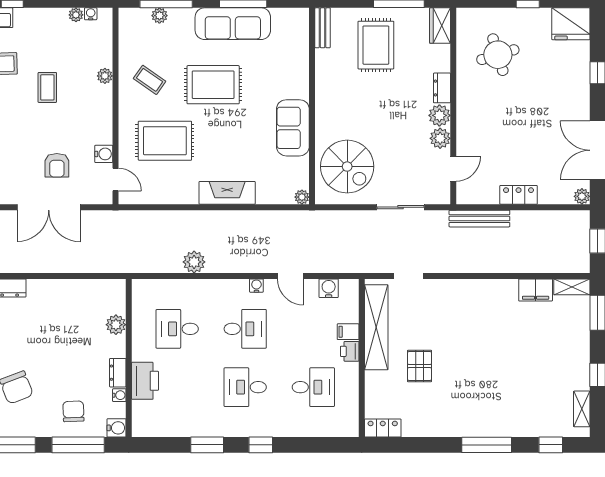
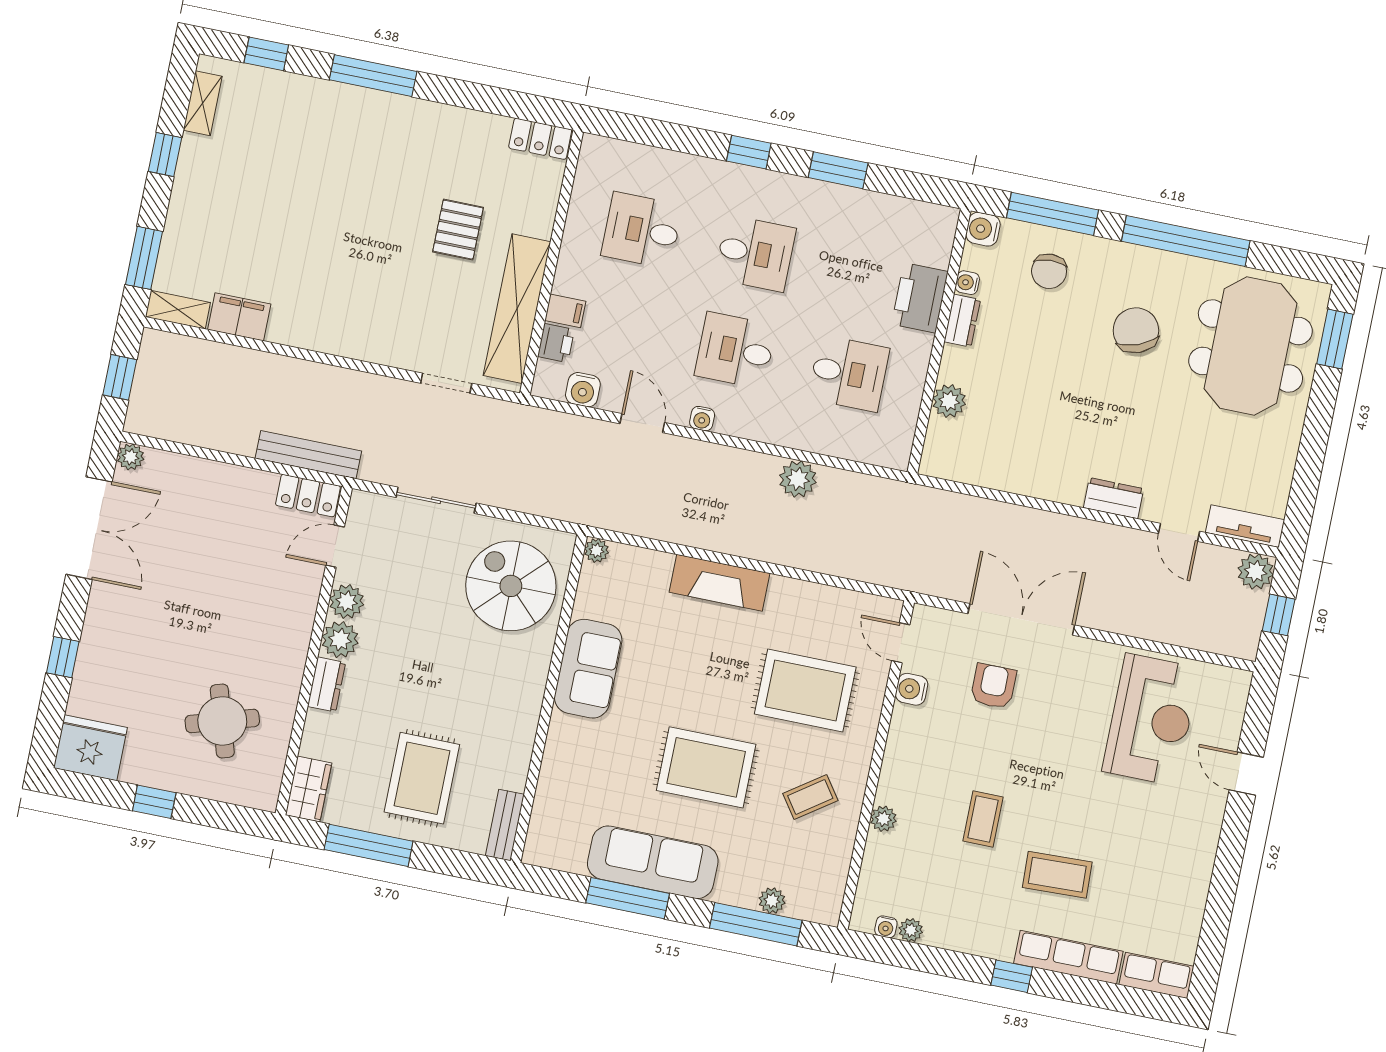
coffee table: (150, 80) -> (810, 797), turned -70
locker: (519, 195) -> (308, 496), moved
printer: (350, 351) -> (556, 343), moved

